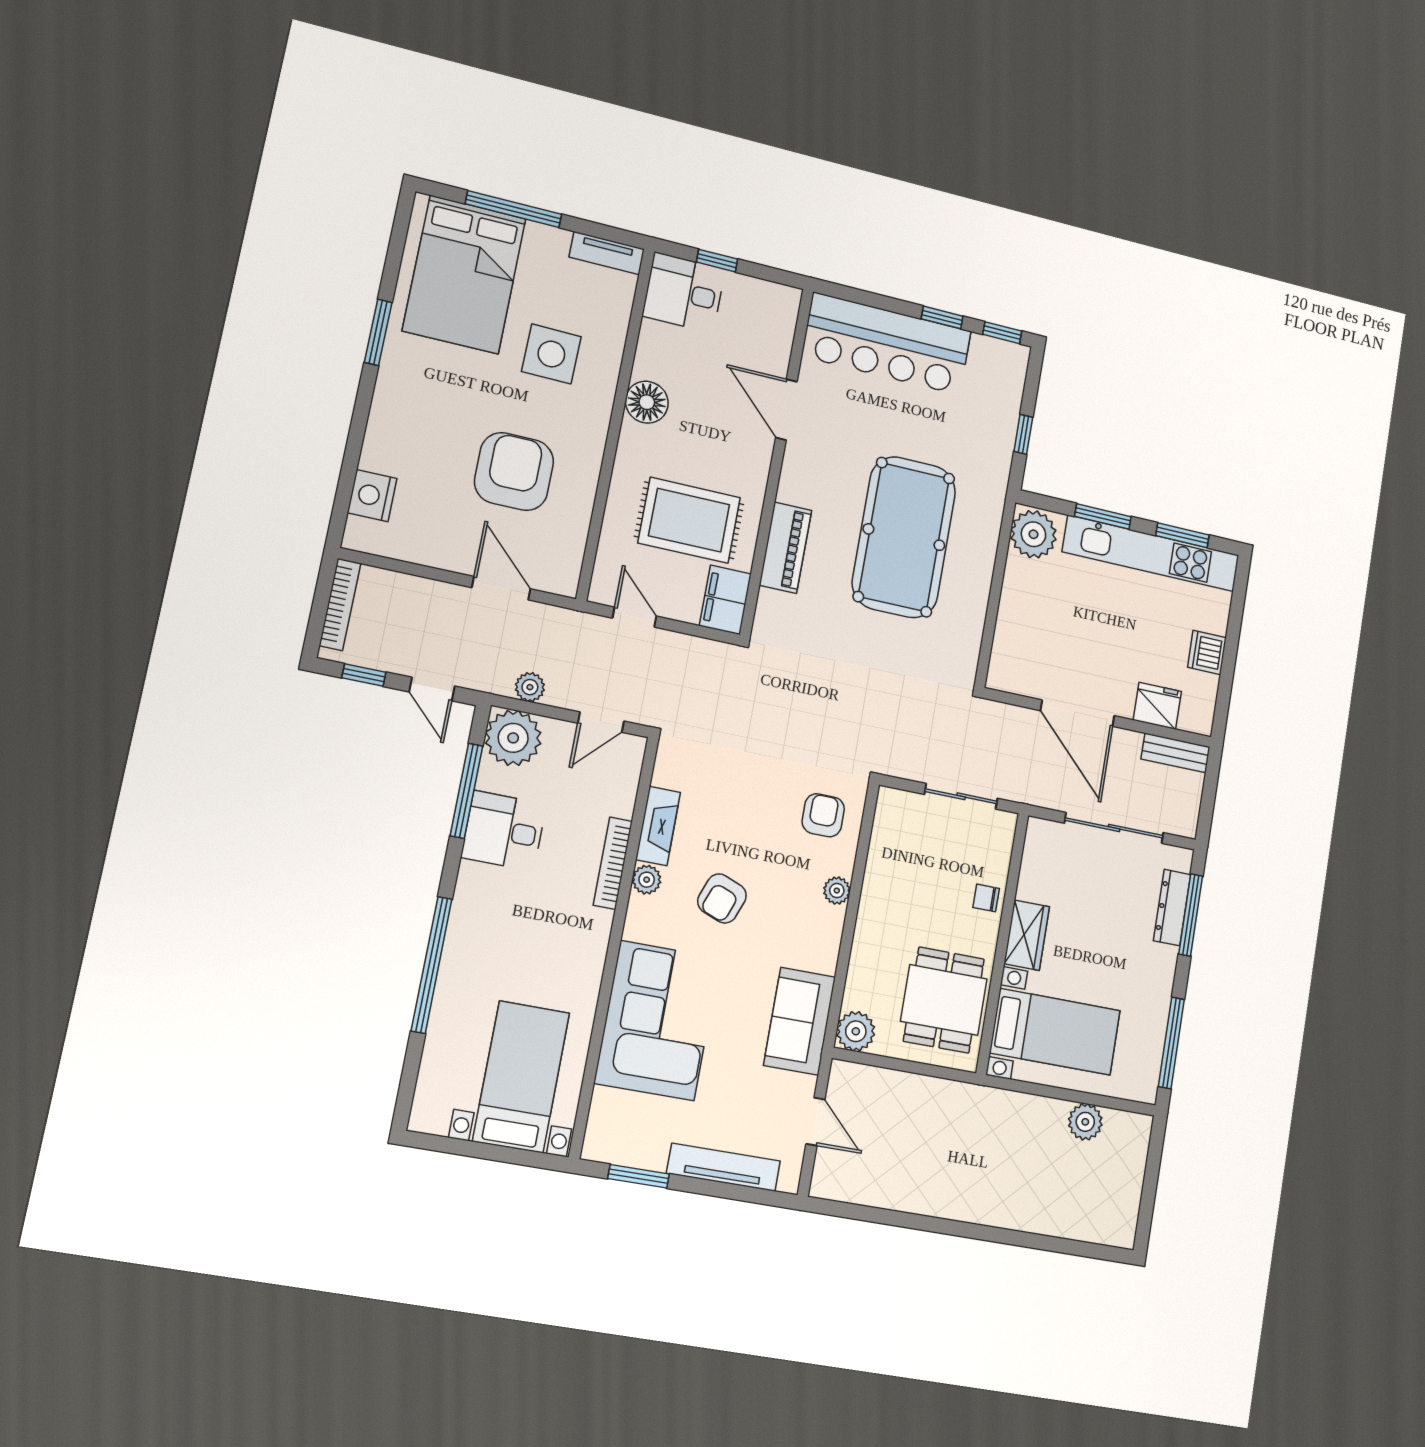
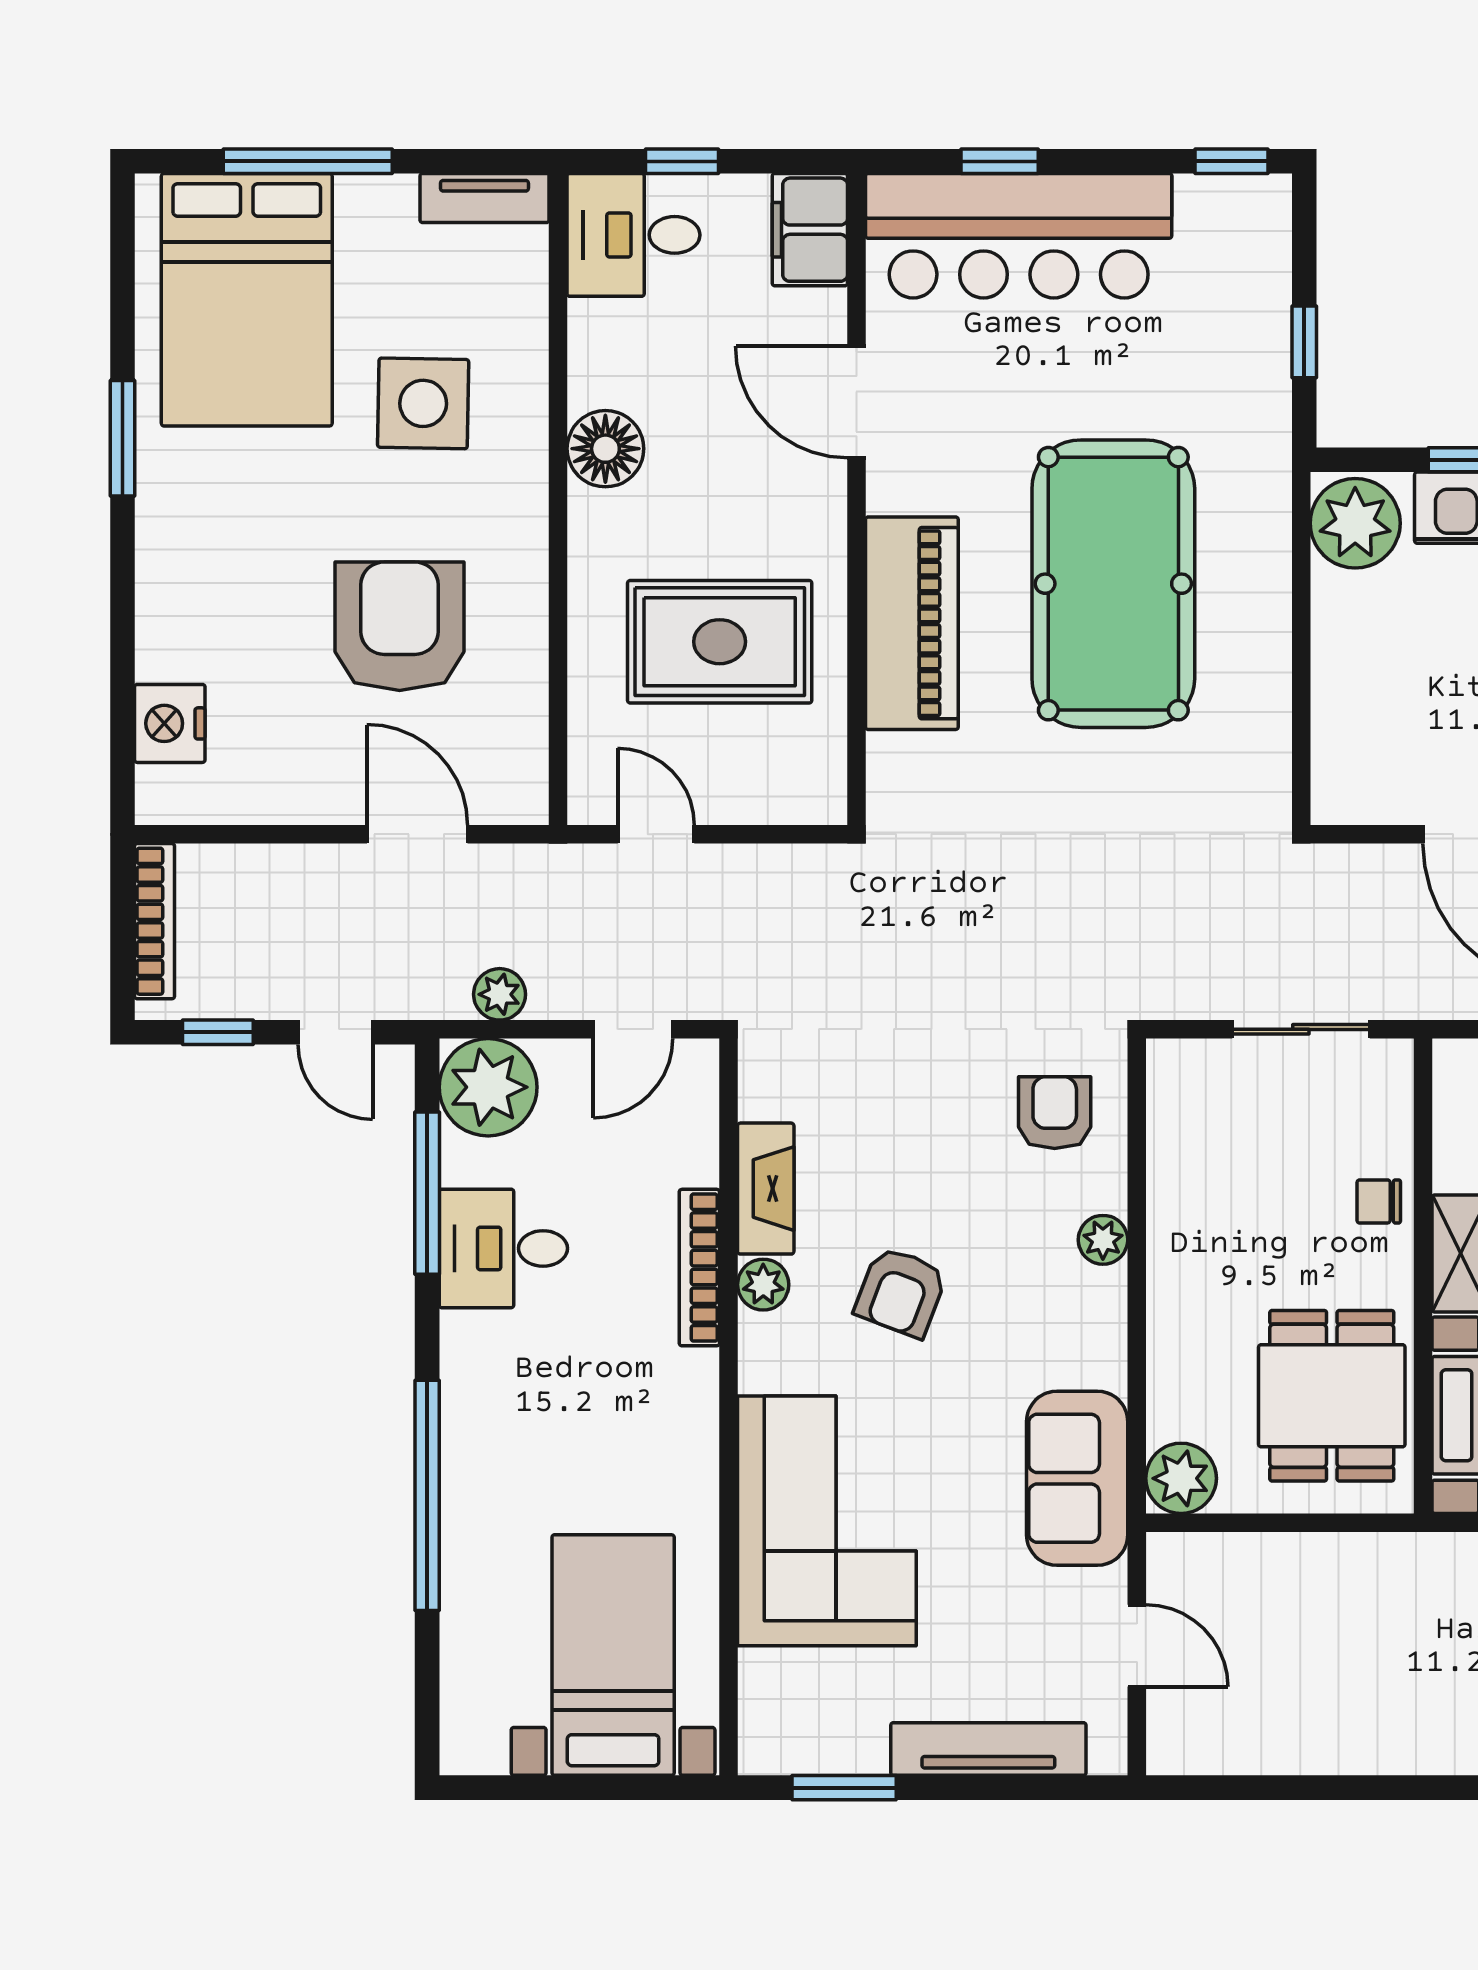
window: (942, 317) -> (1000, 161), moved
piano: (785, 548) -> (912, 623), width x1.37, depth x1.33
filing cabinet: (725, 600) -> (810, 230), moved

